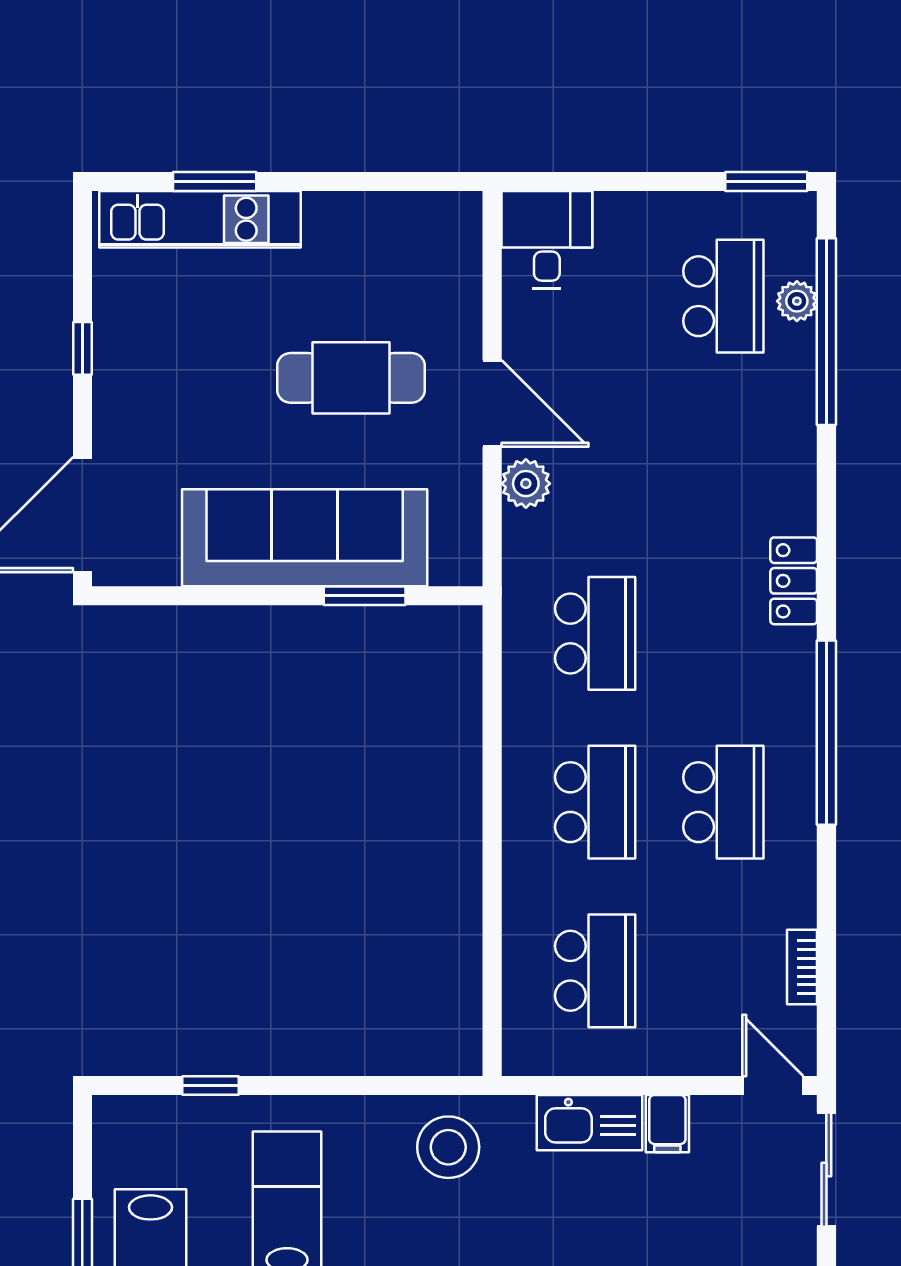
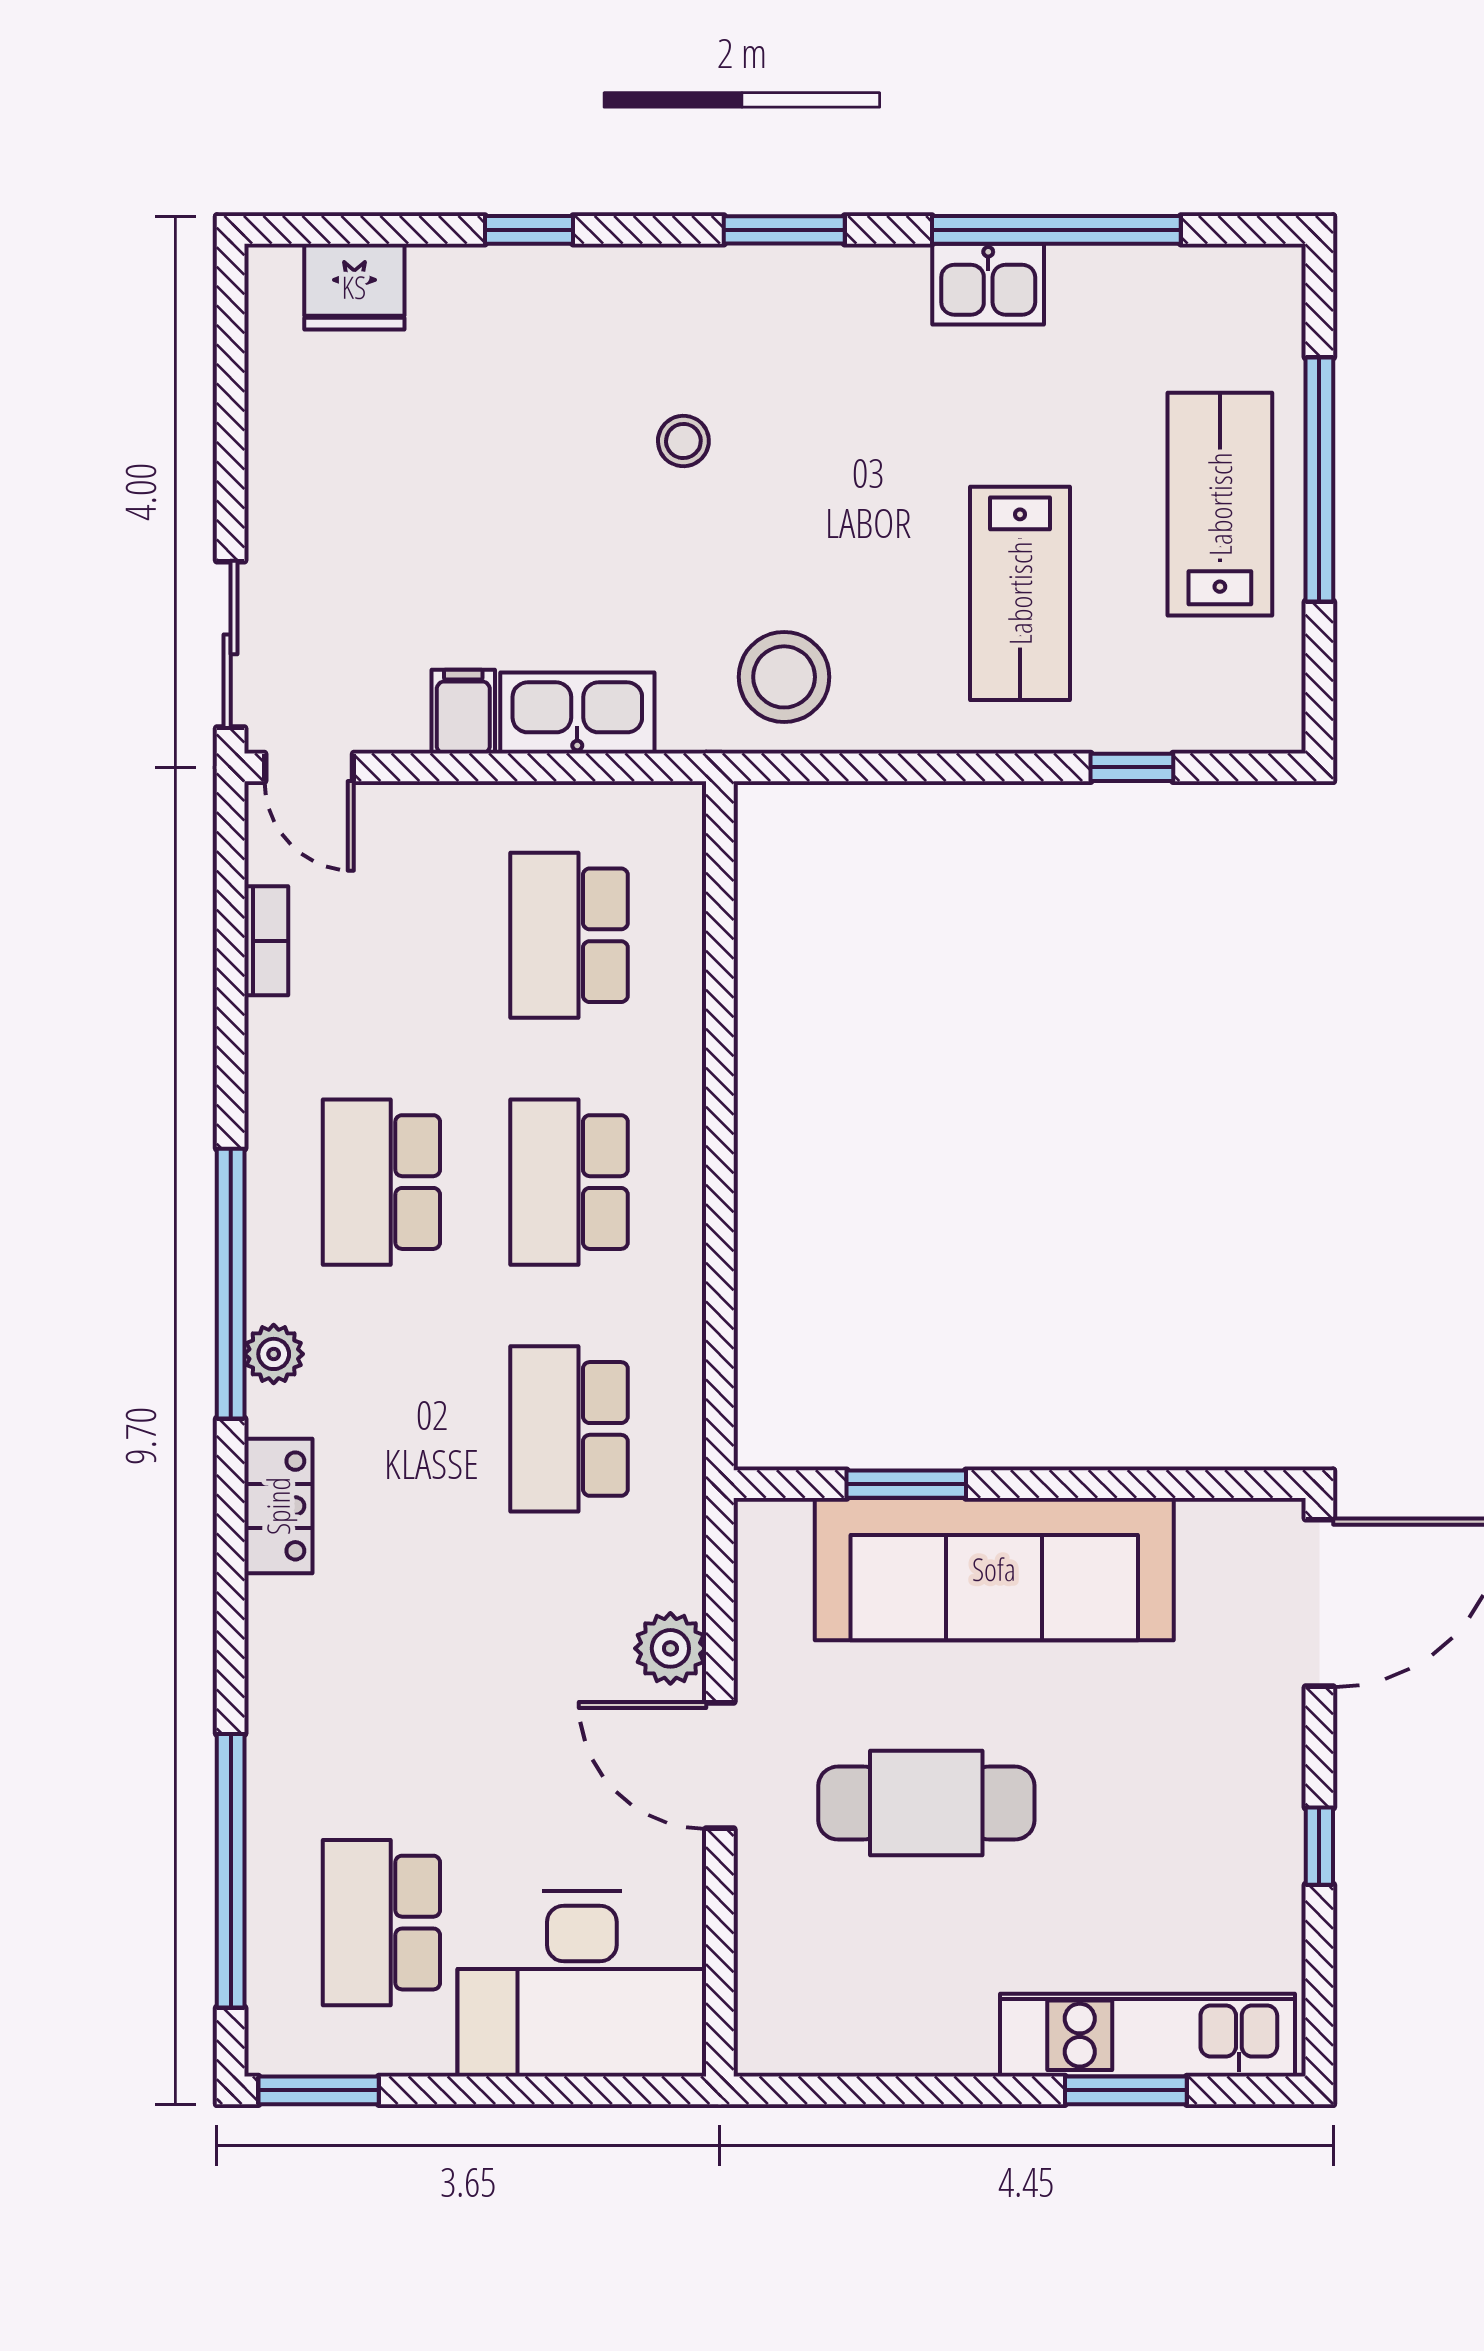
desk: (547, 240) -> (582, 1984), width x1.87, depth x1.30
plant: (797, 301) -> (274, 1354), moved

